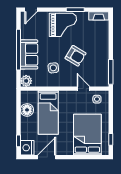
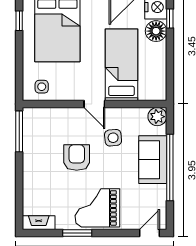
armchair: (76, 56) -> (77, 158), turned 59
door: (84, 89) -> (94, 104), moved
floor lamp: (27, 110) -> (156, 31), moved

